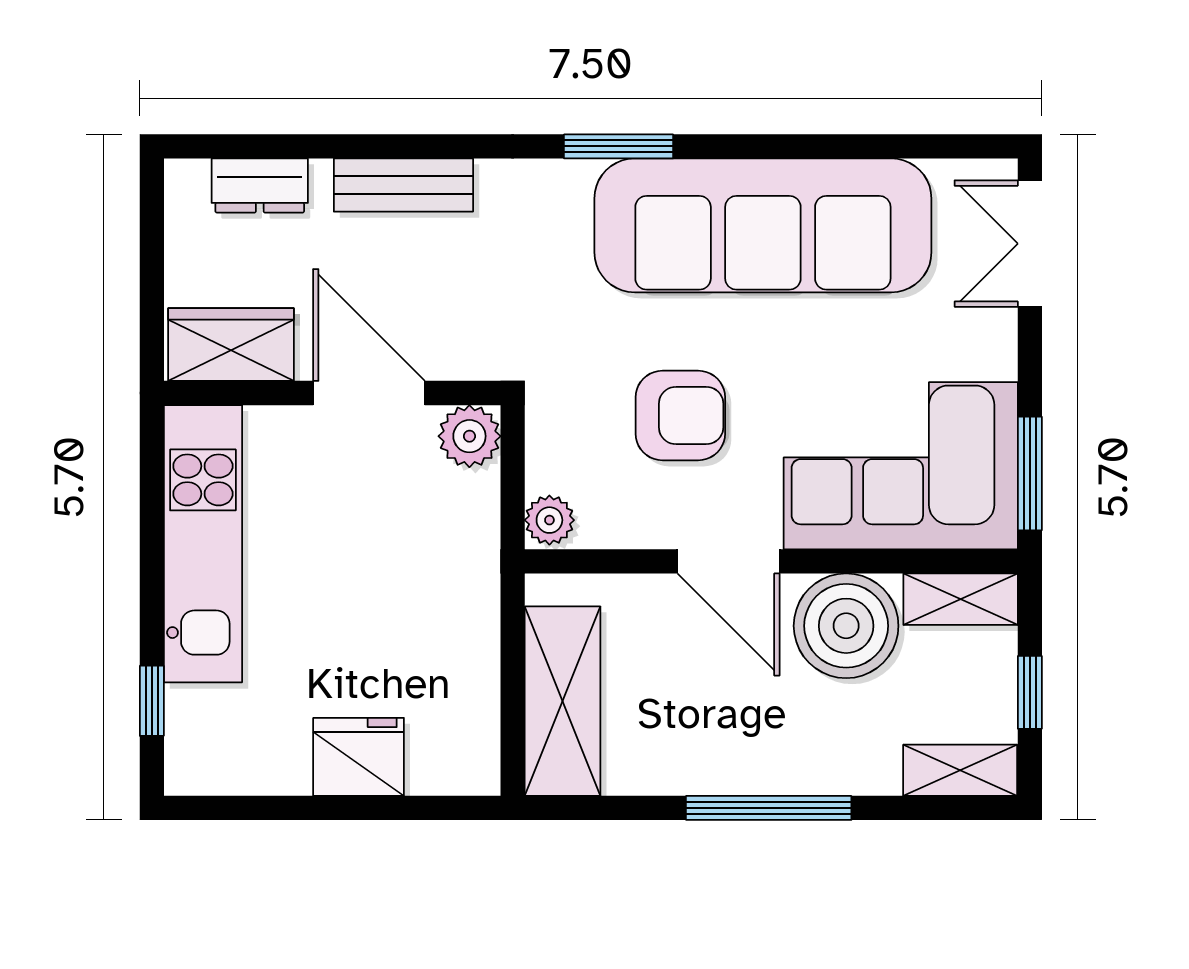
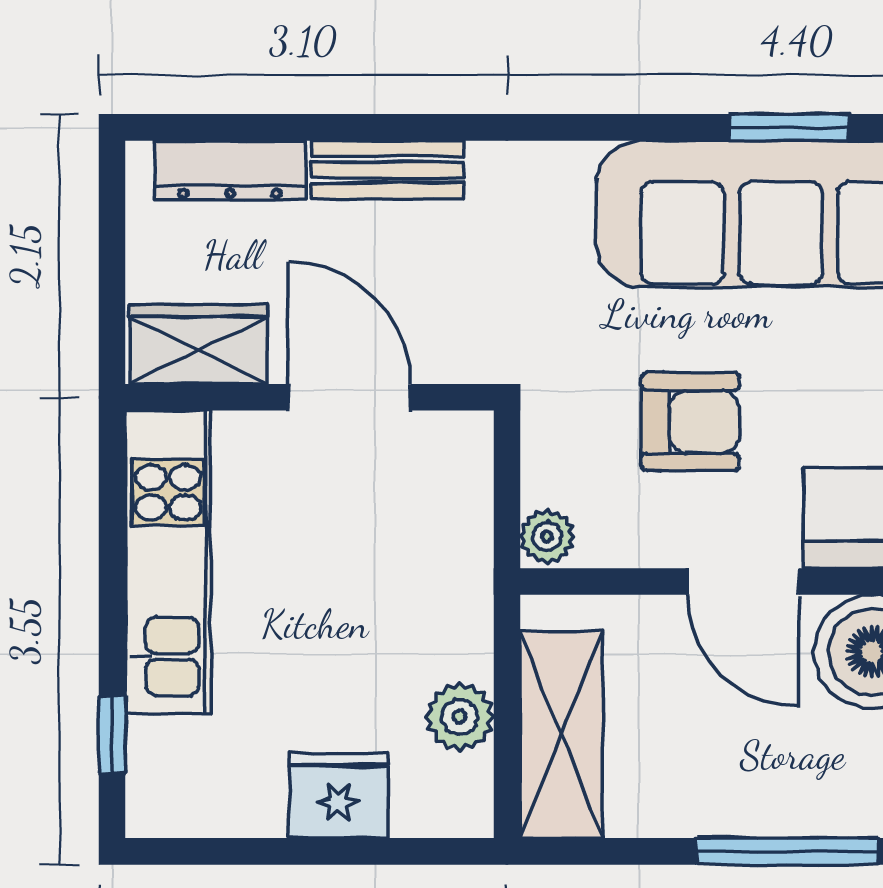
window: (619, 146) -> (789, 127), moved
dresser: (260, 186) -> (230, 170), width x1.44
plant: (469, 436) -> (460, 717), moved

